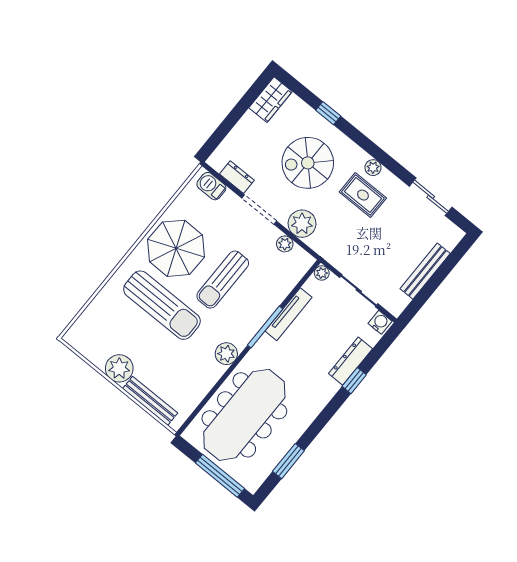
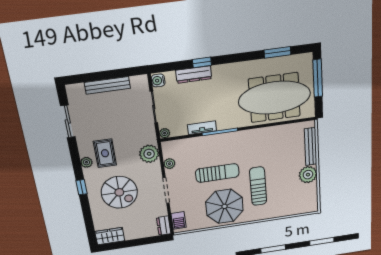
window: (328, 113) -> (81, 187), moved
dresser: (237, 177) -> (164, 226), moved
plant: (302, 224) -> (149, 154), moved
sun lounger: (162, 305) -> (258, 186), width x0.73, depth x0.75
tv unit: (289, 314) -> (202, 128), width x0.71
plant: (226, 354) -> (252, 136), removed

